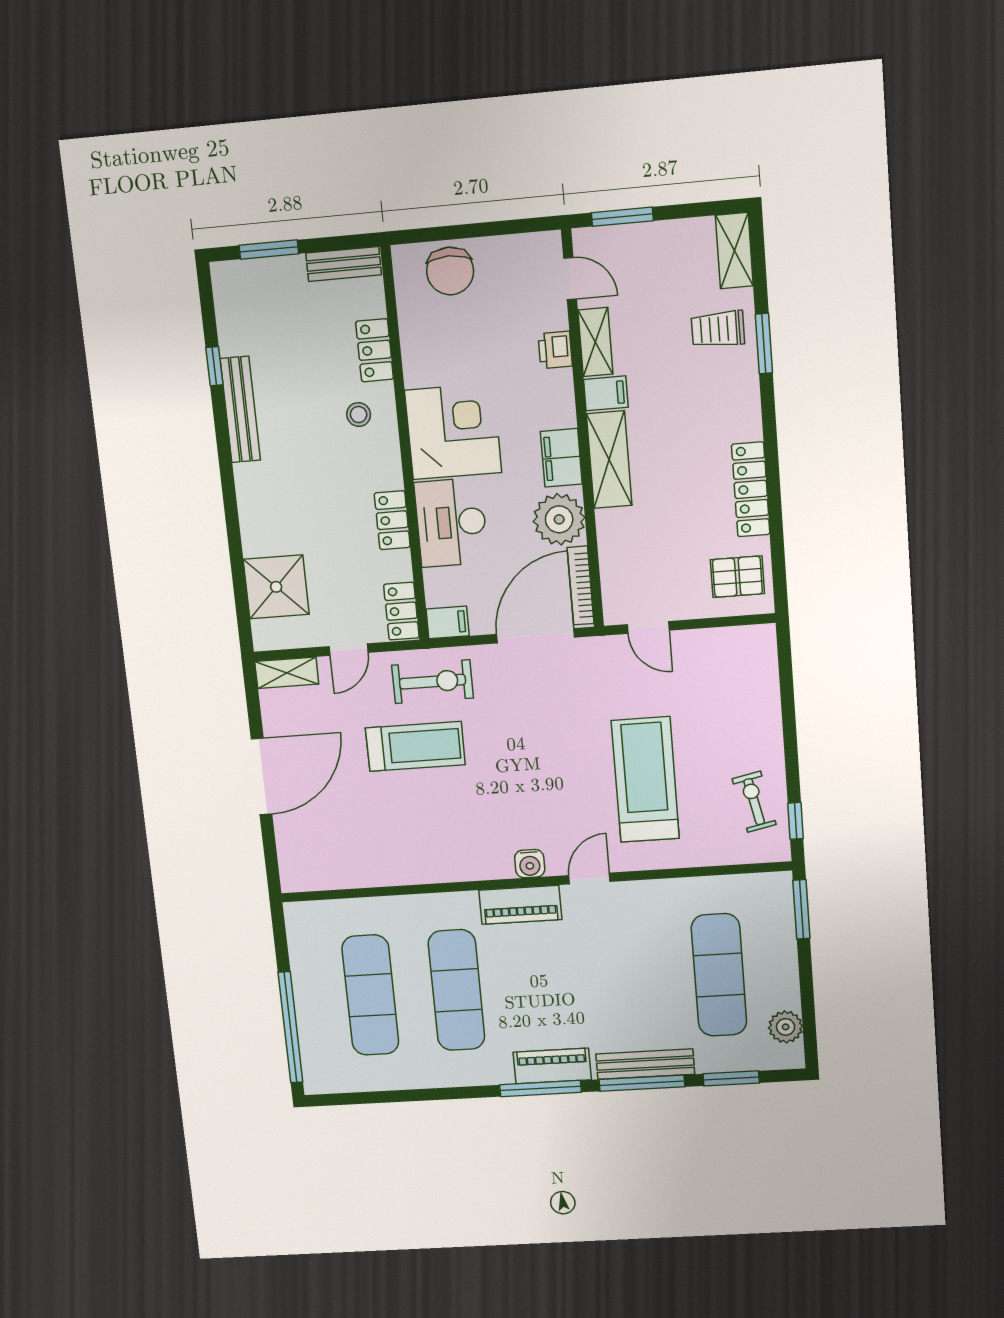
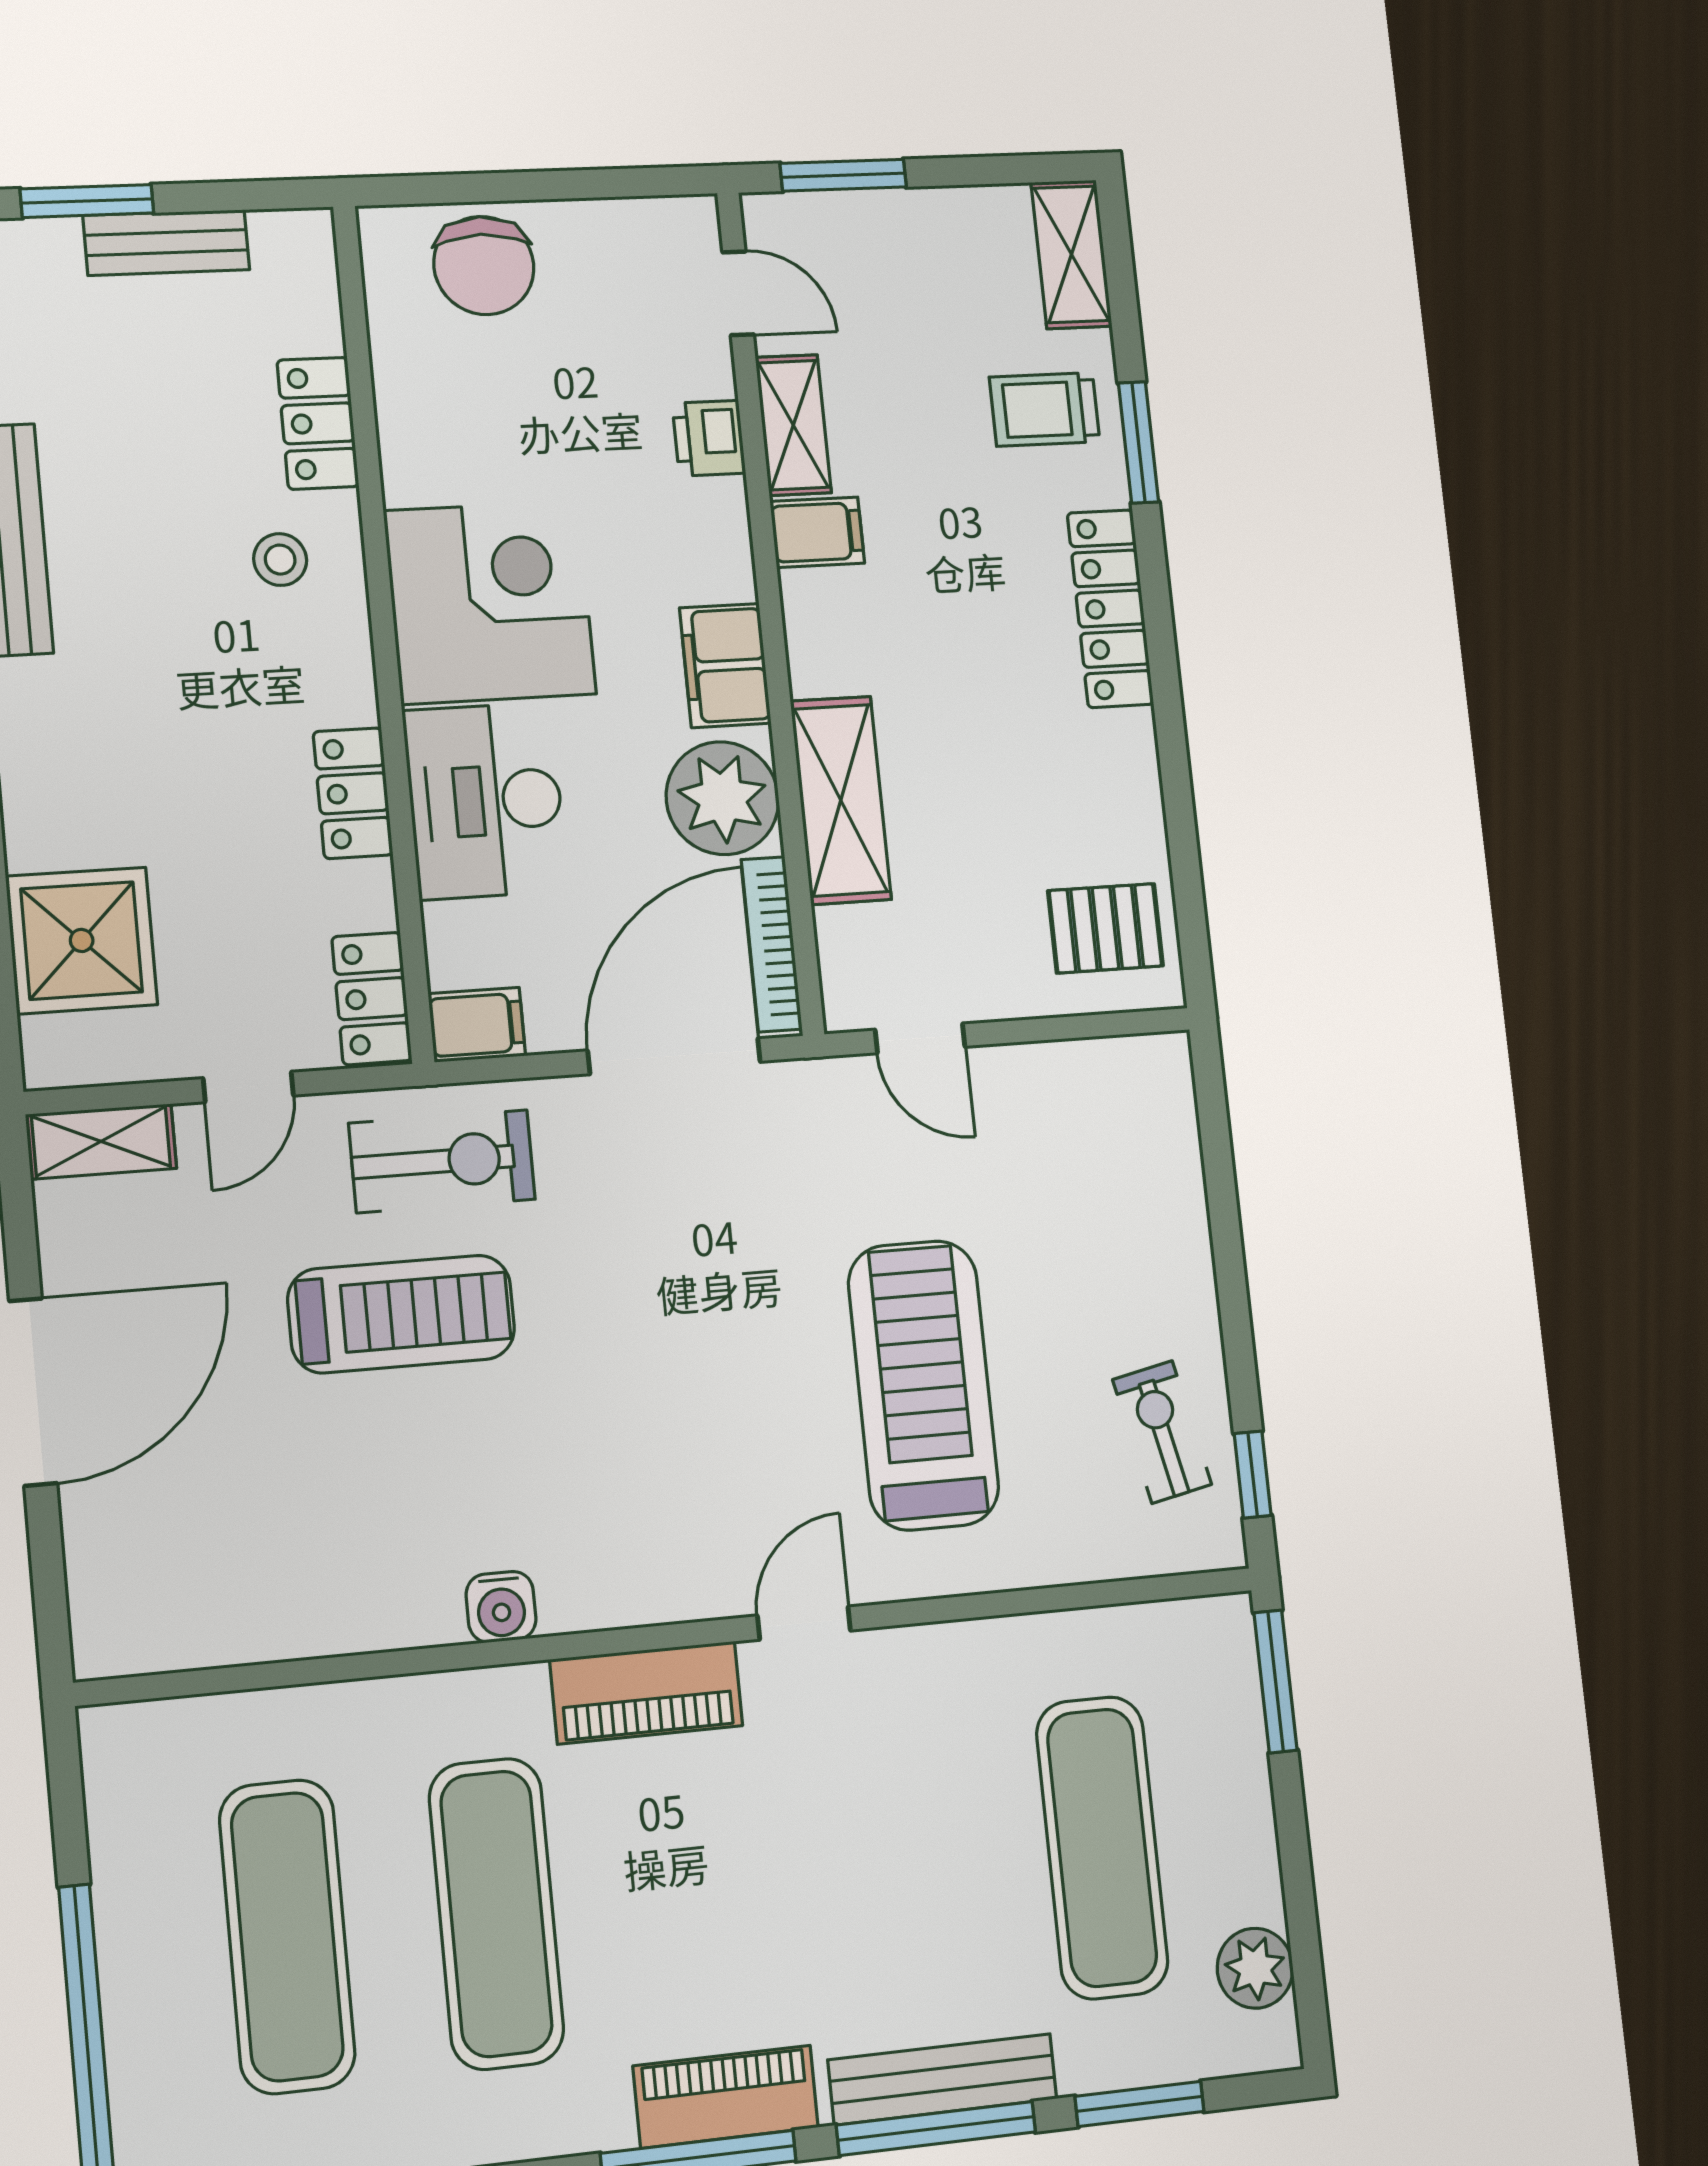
bench: (344, 264) -> (166, 243), moved
shelving: (609, 460) -> (841, 800), moved
locker: (751, 489) -> (1110, 609), moved
water cooler: (530, 864) -> (501, 1607), moved

